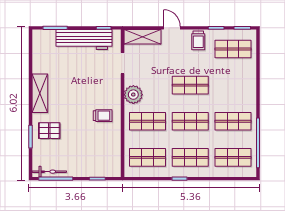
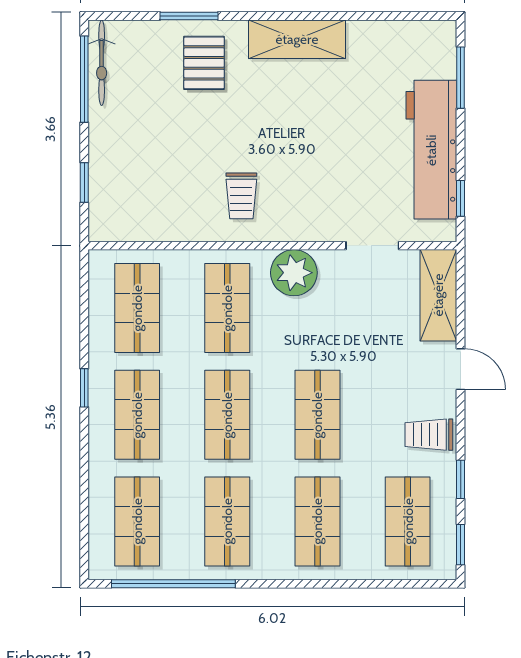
door: (172, 28) -> (461, 369), hinge flipped
shop shelf: (233, 85) -> (317, 521), added

